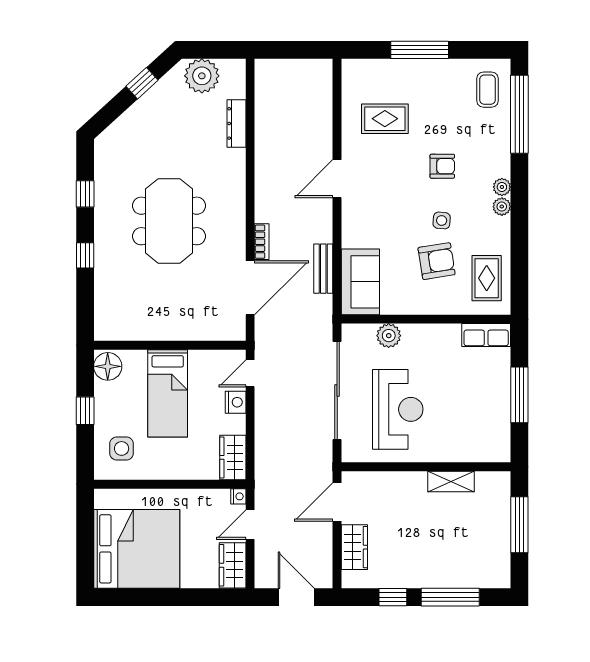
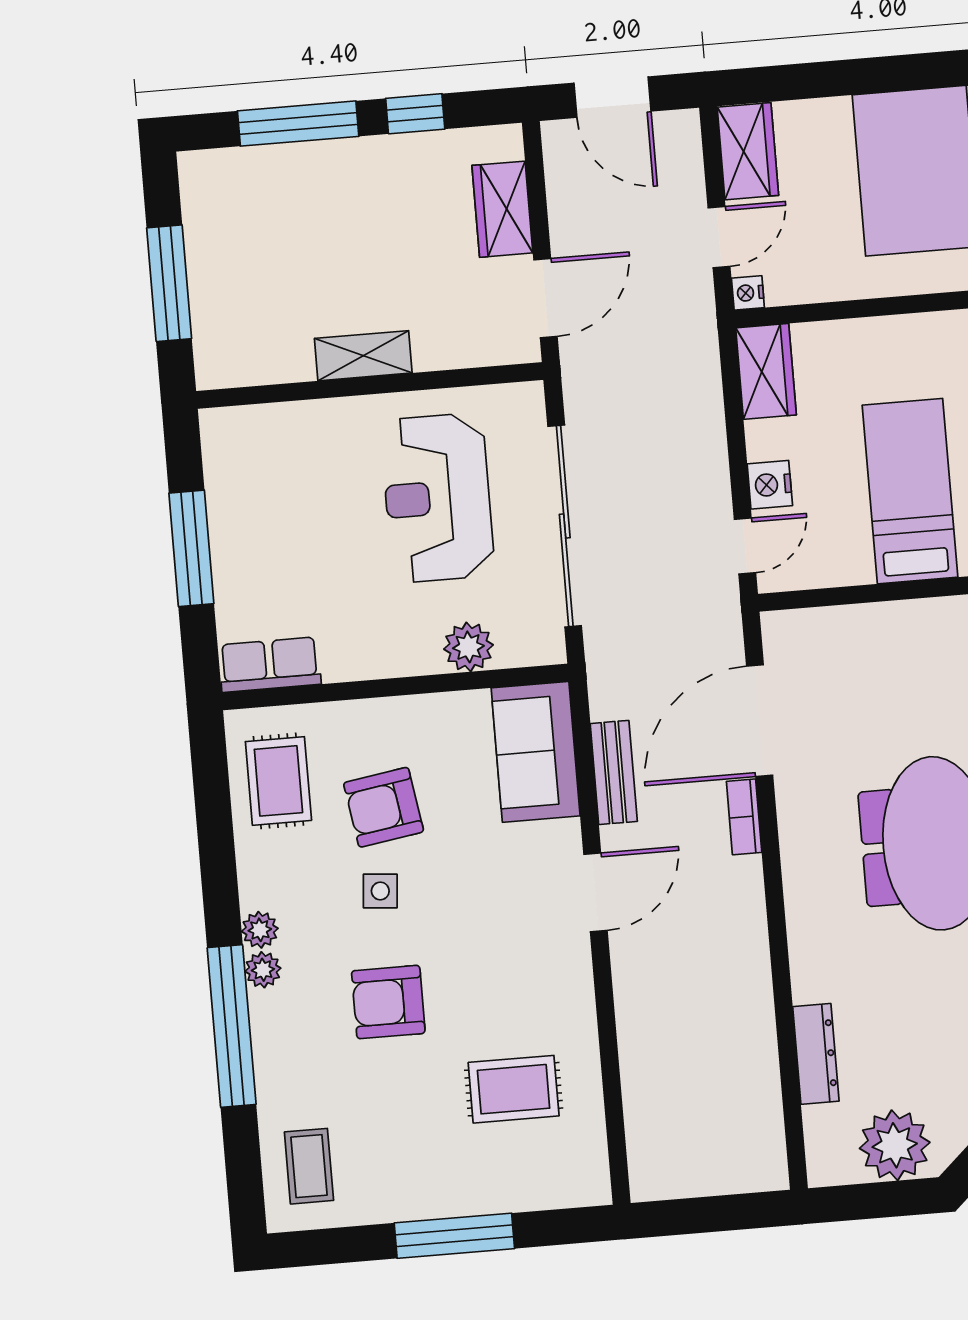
window: (519, 114) -> (232, 1026), moved
armchair: (442, 166) -> (388, 1002), width x1.38, depth x1.38
door: (337, 179) -> (595, 892), moved
shelving: (451, 482) -> (363, 356), moved

